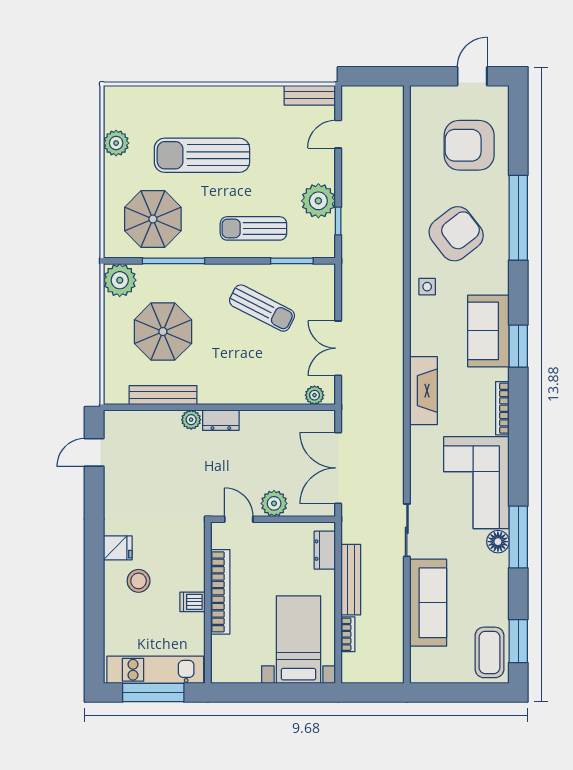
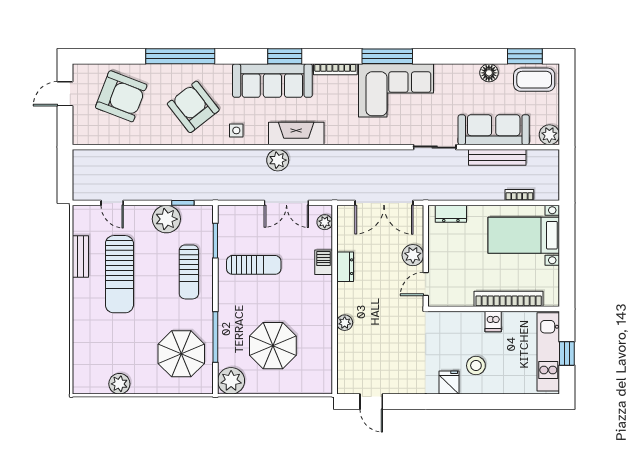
door: (472, 76) -> (65, 94), hinge flipped
bench: (310, 95) -> (80, 257), moved
armchair: (469, 145) -> (121, 96), turned -69
sun lounger: (202, 155) -> (119, 274), moved
sun lounger: (262, 308) -> (254, 265), turned 63
sofa: (488, 331) -> (272, 81), width x1.36
plant: (391, 338) -> (278, 160), added
fireplace: (423, 391) -> (296, 133), moved
barbecue: (265, 394) -> (324, 262), added
bench: (163, 395) -> (325, 346), removed
dresser: (221, 420) -> (345, 267), moved
window: (518, 537) -> (387, 56), moved
floor lamp: (498, 542) -> (489, 73), moved
bench: (351, 580) -> (497, 157), moved
bookcase: (220, 592) -> (509, 299), moved
plant: (422, 671) -> (549, 135), added
window: (153, 692) -> (567, 354), width x0.46

